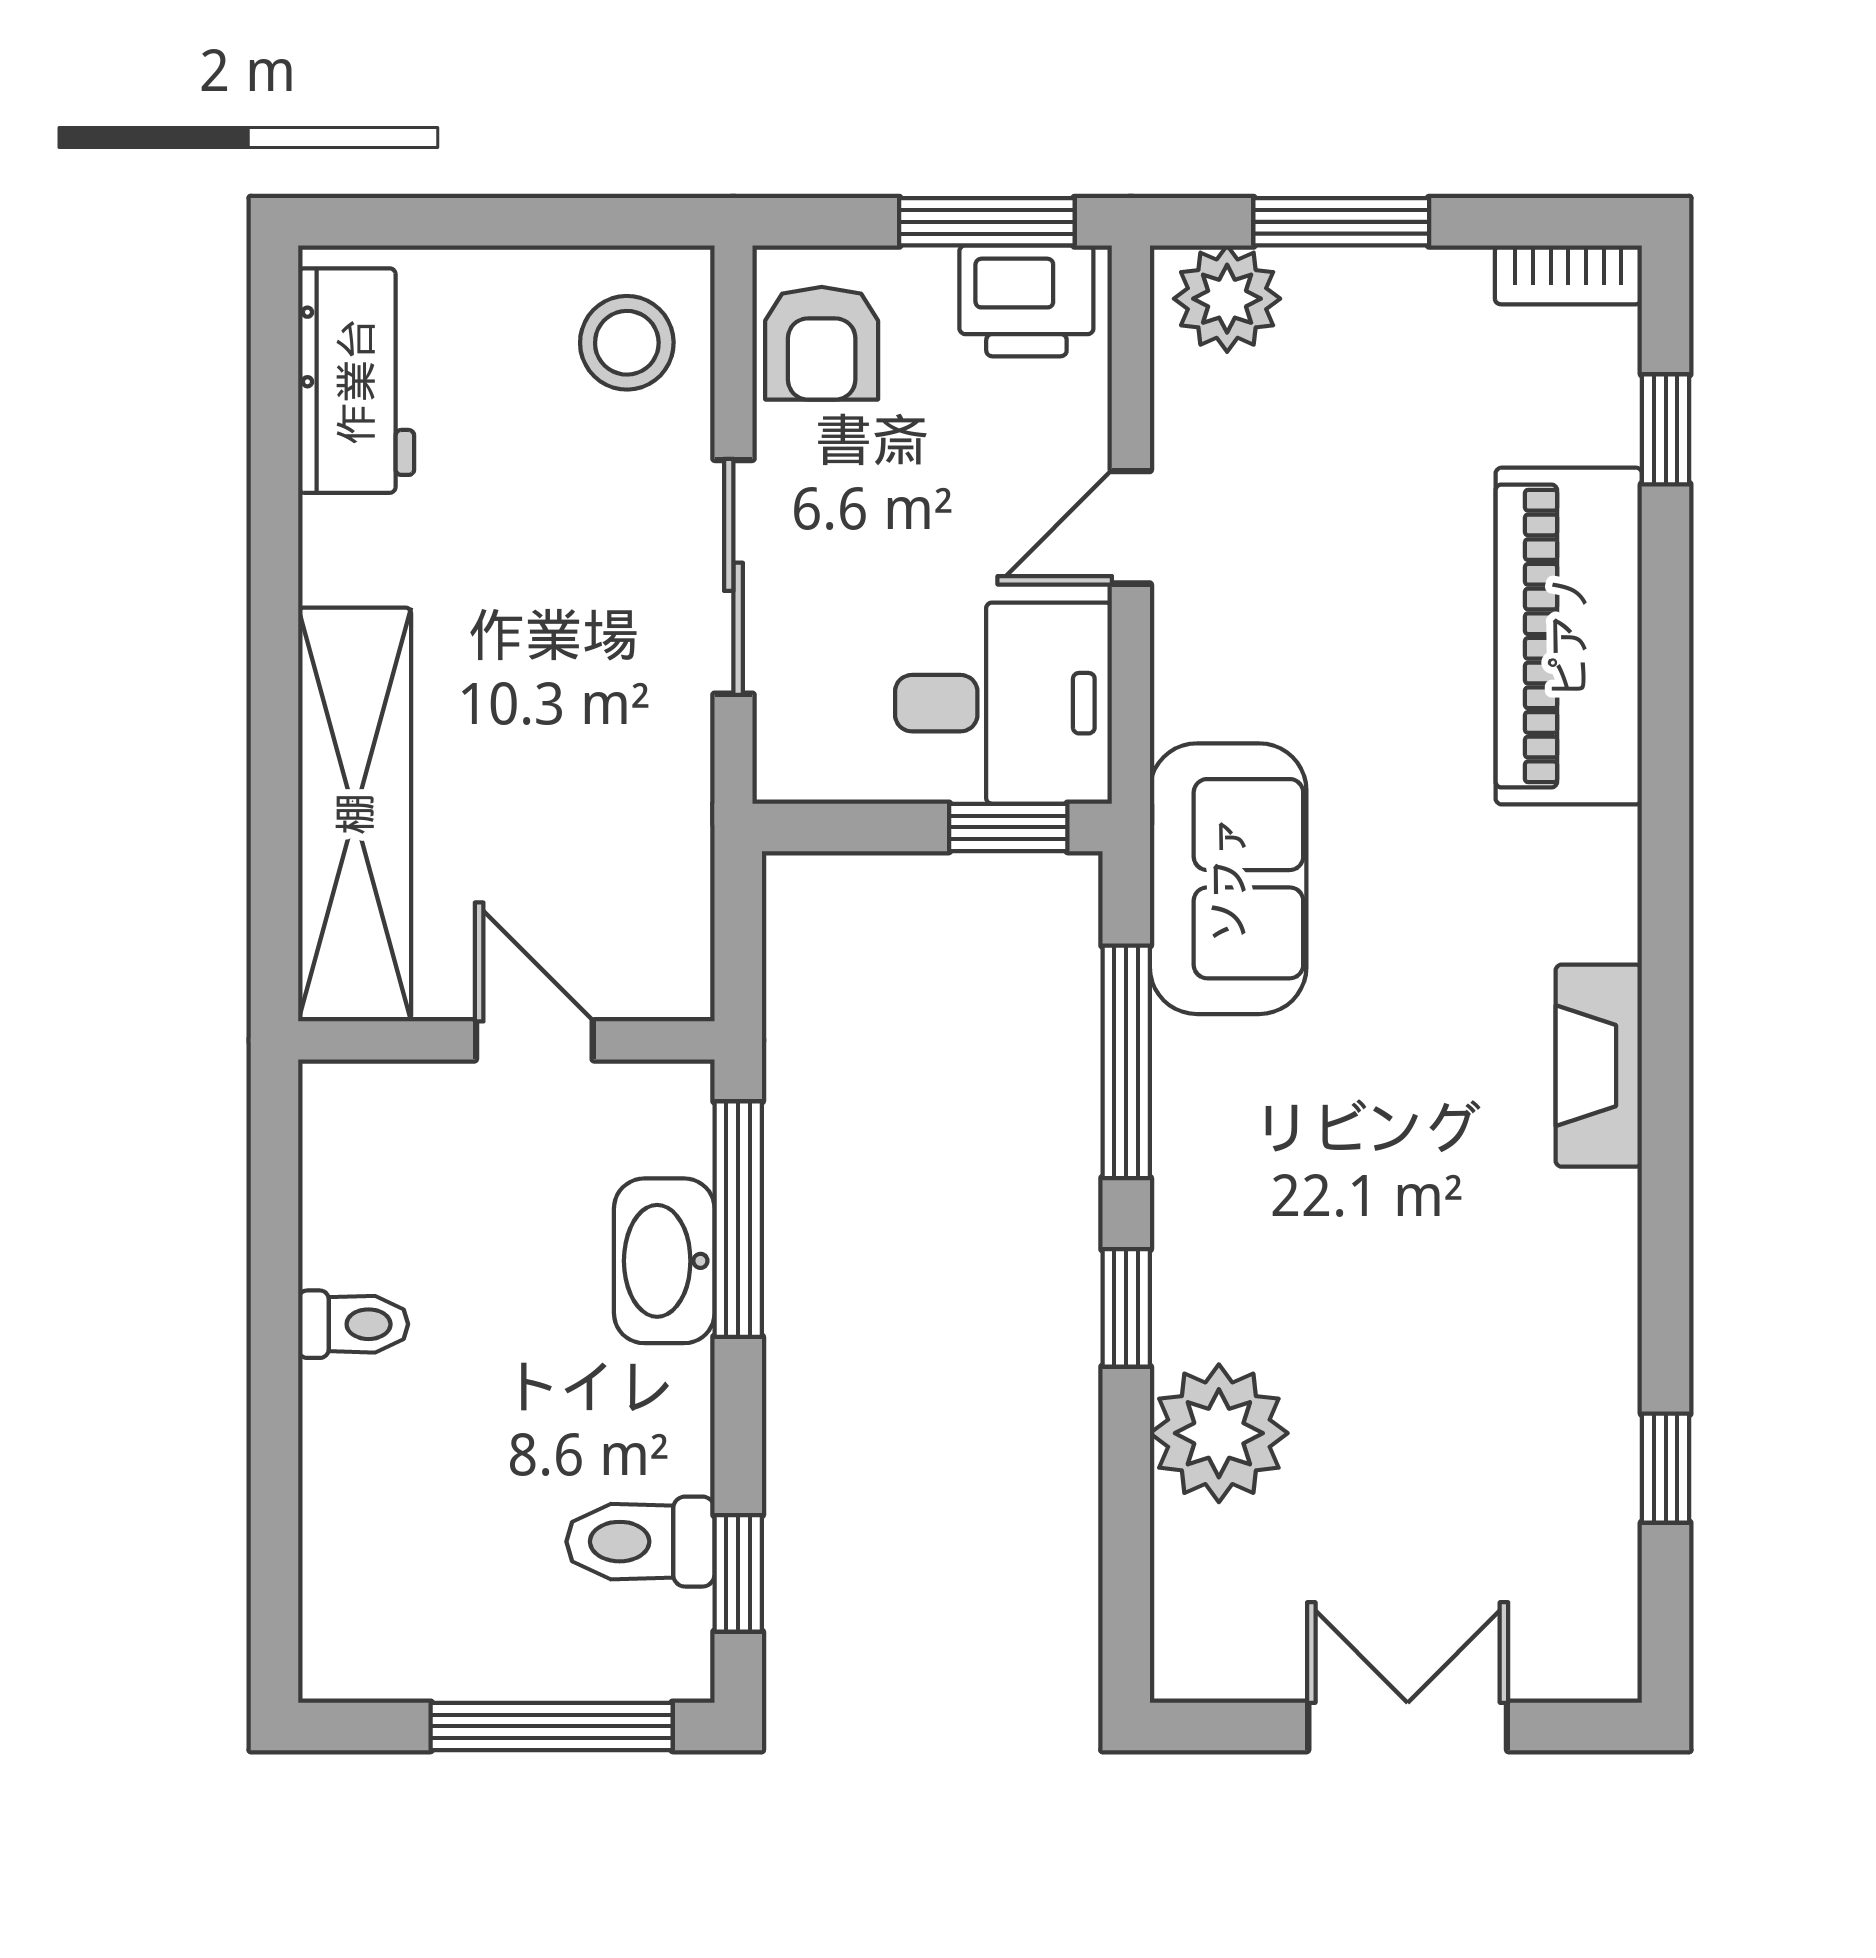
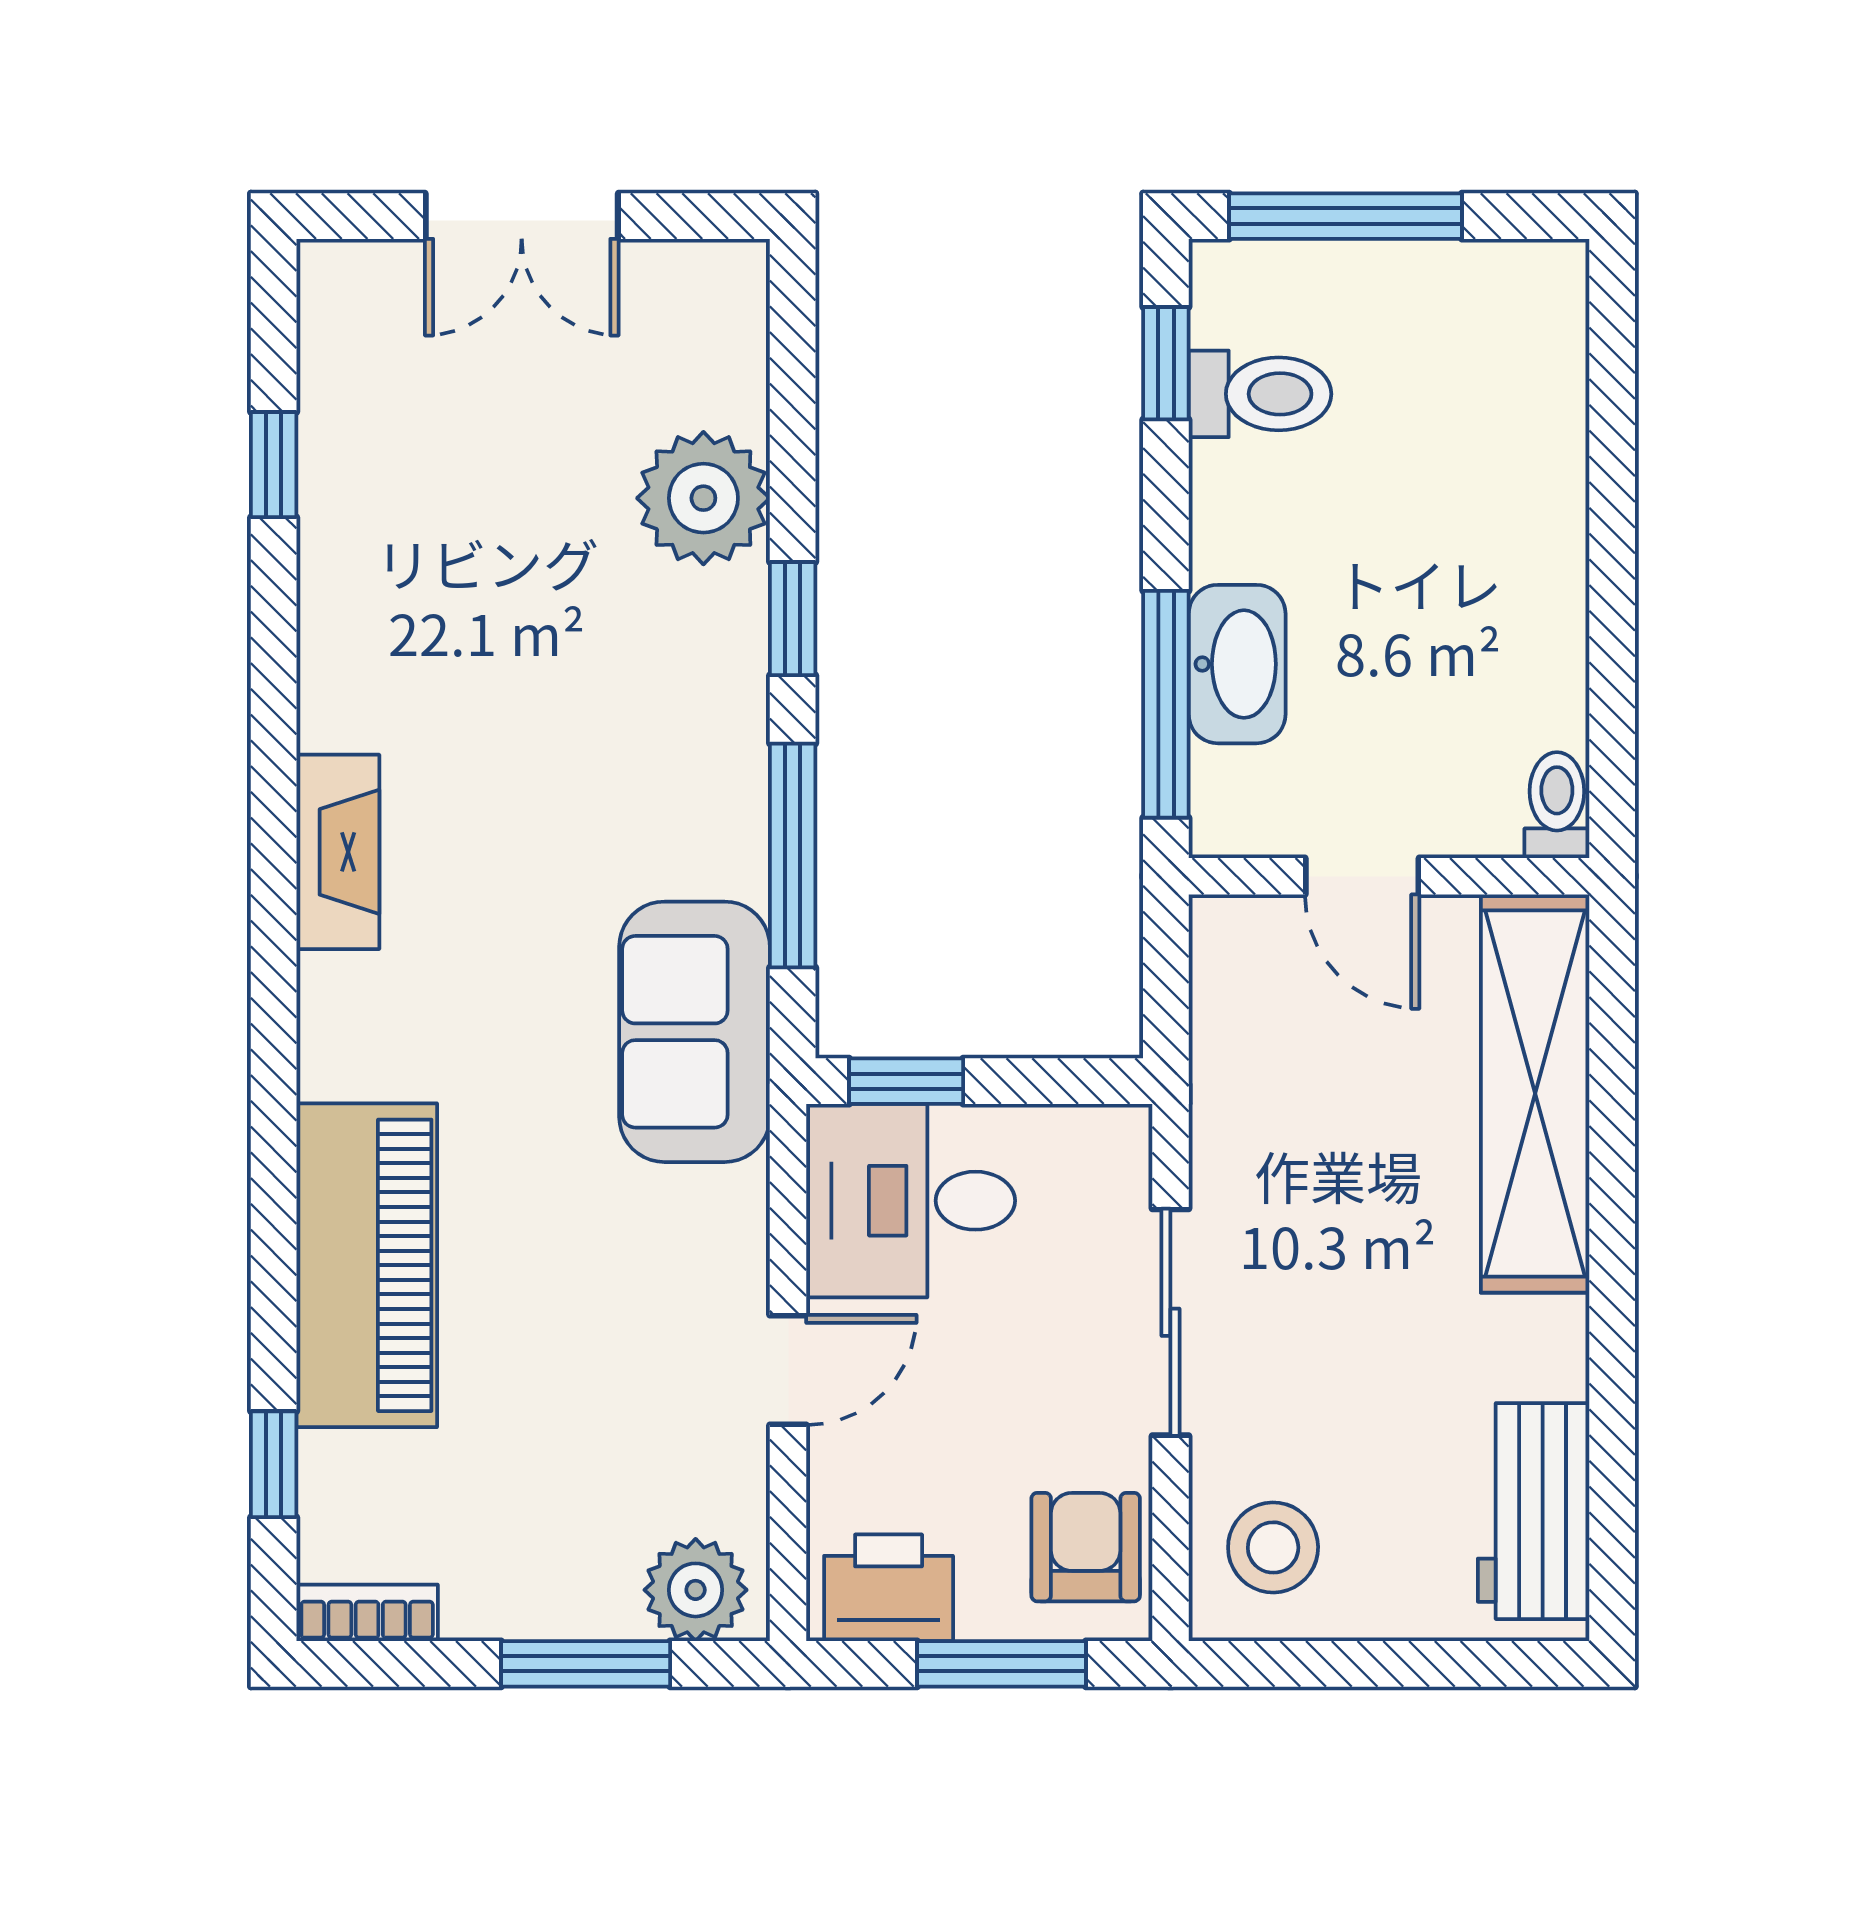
window: (987, 222) -> (1001, 1664), moved
toilet: (353, 1324) -> (1557, 805), moved, turned 90

